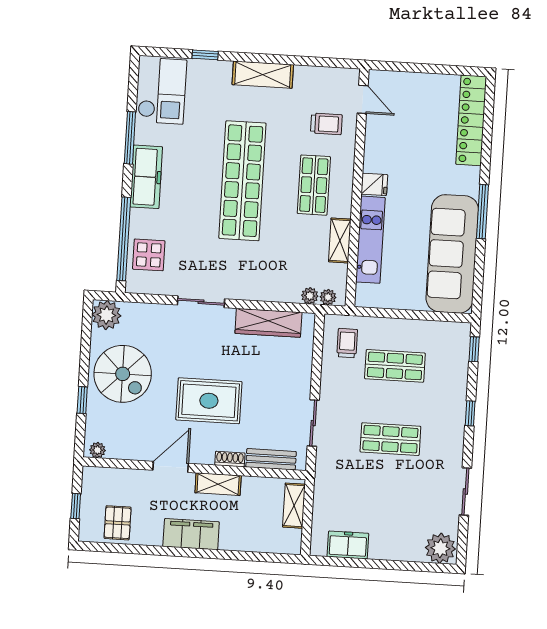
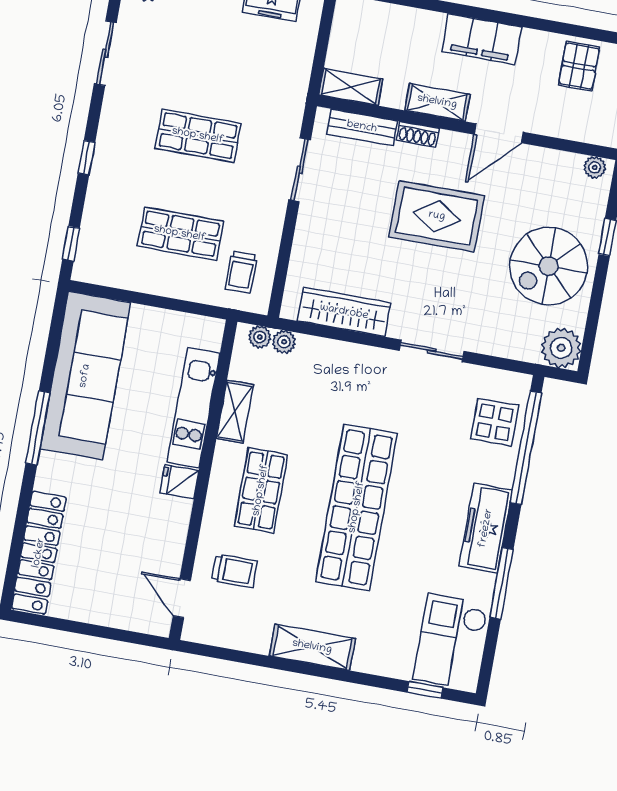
window: (205, 55) -> (425, 690), moved
trolley: (326, 124) -> (235, 571), turned 180
spiral stairs: (123, 374) -> (549, 266), turned -90
shelving: (294, 506) -> (351, 87), moved, turned 90

